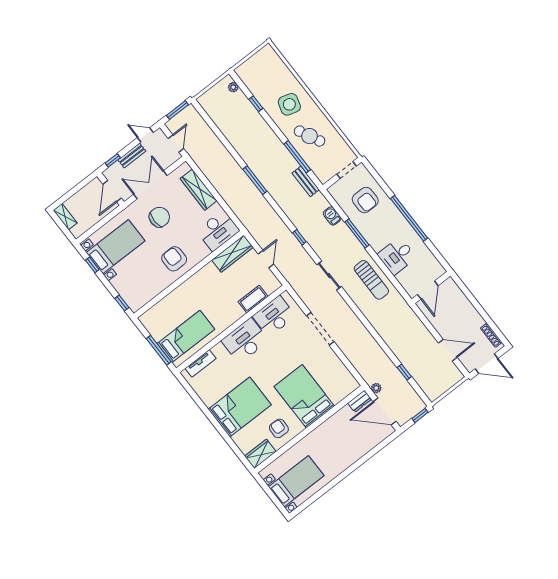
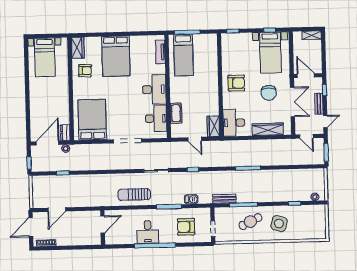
wardrobe: (232, 254) -> (213, 126), width x0.67
desk: (397, 256) -> (148, 232), moved, turned 180
door: (428, 290) -> (103, 224), swing flipped
bed: (304, 396) -> (92, 120), moved, turned -90

